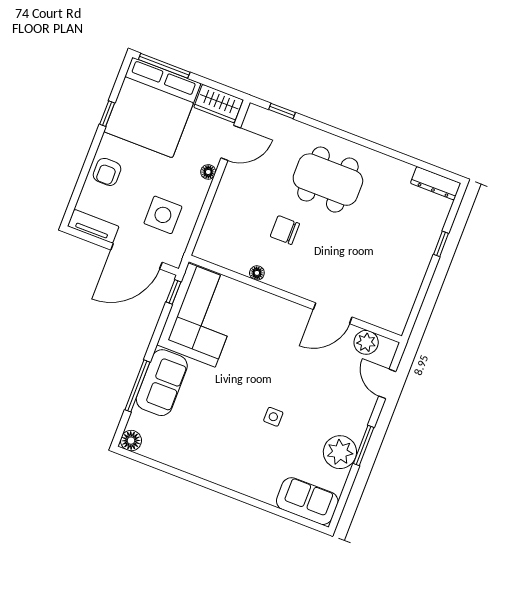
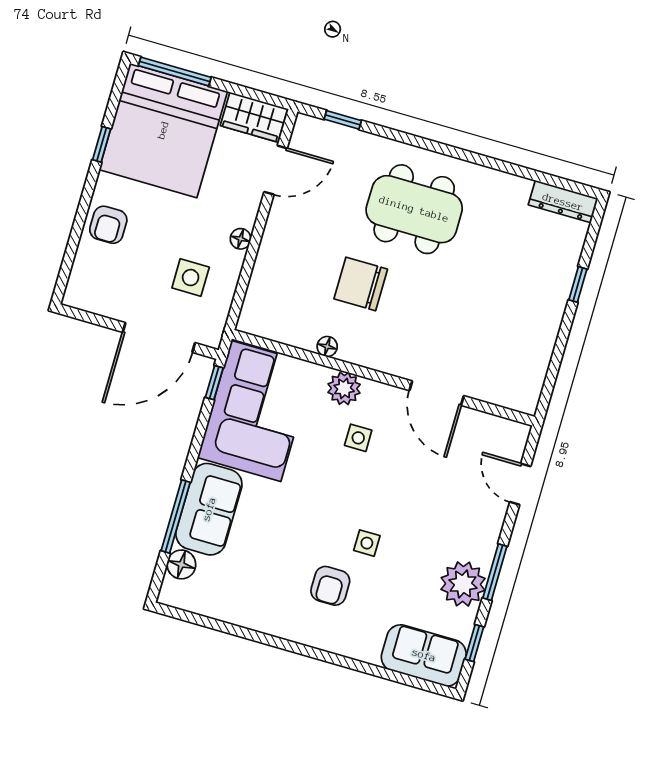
floor lamp: (208, 172) -> (241, 239), moved
side table: (163, 215) -> (191, 278), width x0.73, depth x0.73
tv unit: (93, 226) -> (96, 301), removed
chair: (285, 230) -> (361, 284), width x1.37, depth x1.37
door: (333, 313) -> (437, 393), hinge flipped
side table: (274, 341) -> (358, 438), added
plant: (366, 342) -> (344, 388), moved
floor lamp: (131, 441) -> (181, 564), moved
armchair: (244, 445) -> (330, 586), added
window: (344, 495) -> (474, 643), added

